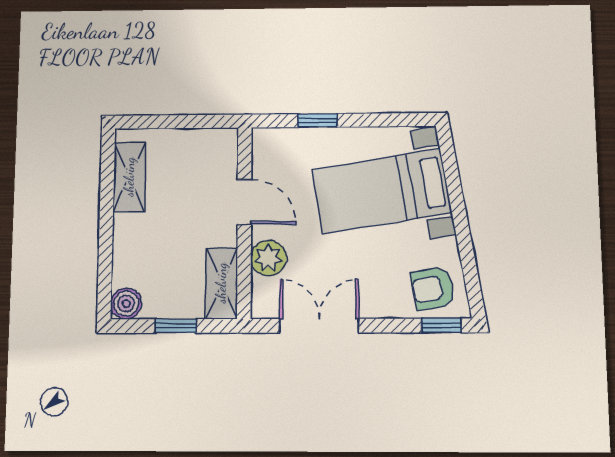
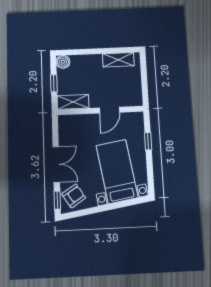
plant: (268, 258) -> (85, 122), removed
armchair: (433, 288) -> (74, 196), turned 67
double door: (319, 326) -> (56, 164), moved

